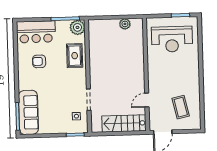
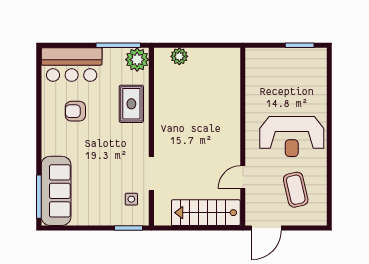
plant: (125, 24) -> (179, 56), moved
reception desk: (172, 39) -> (292, 136), moved

